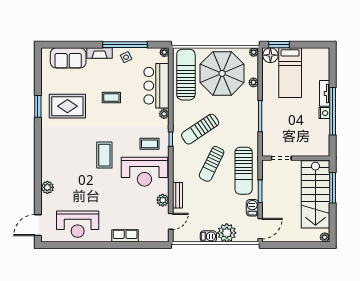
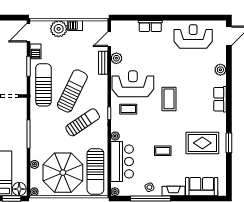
row of seats: (48, 155) -> (220, 99), added
sun lounger: (212, 164) -> (72, 91), width x1.36, depth x1.34

